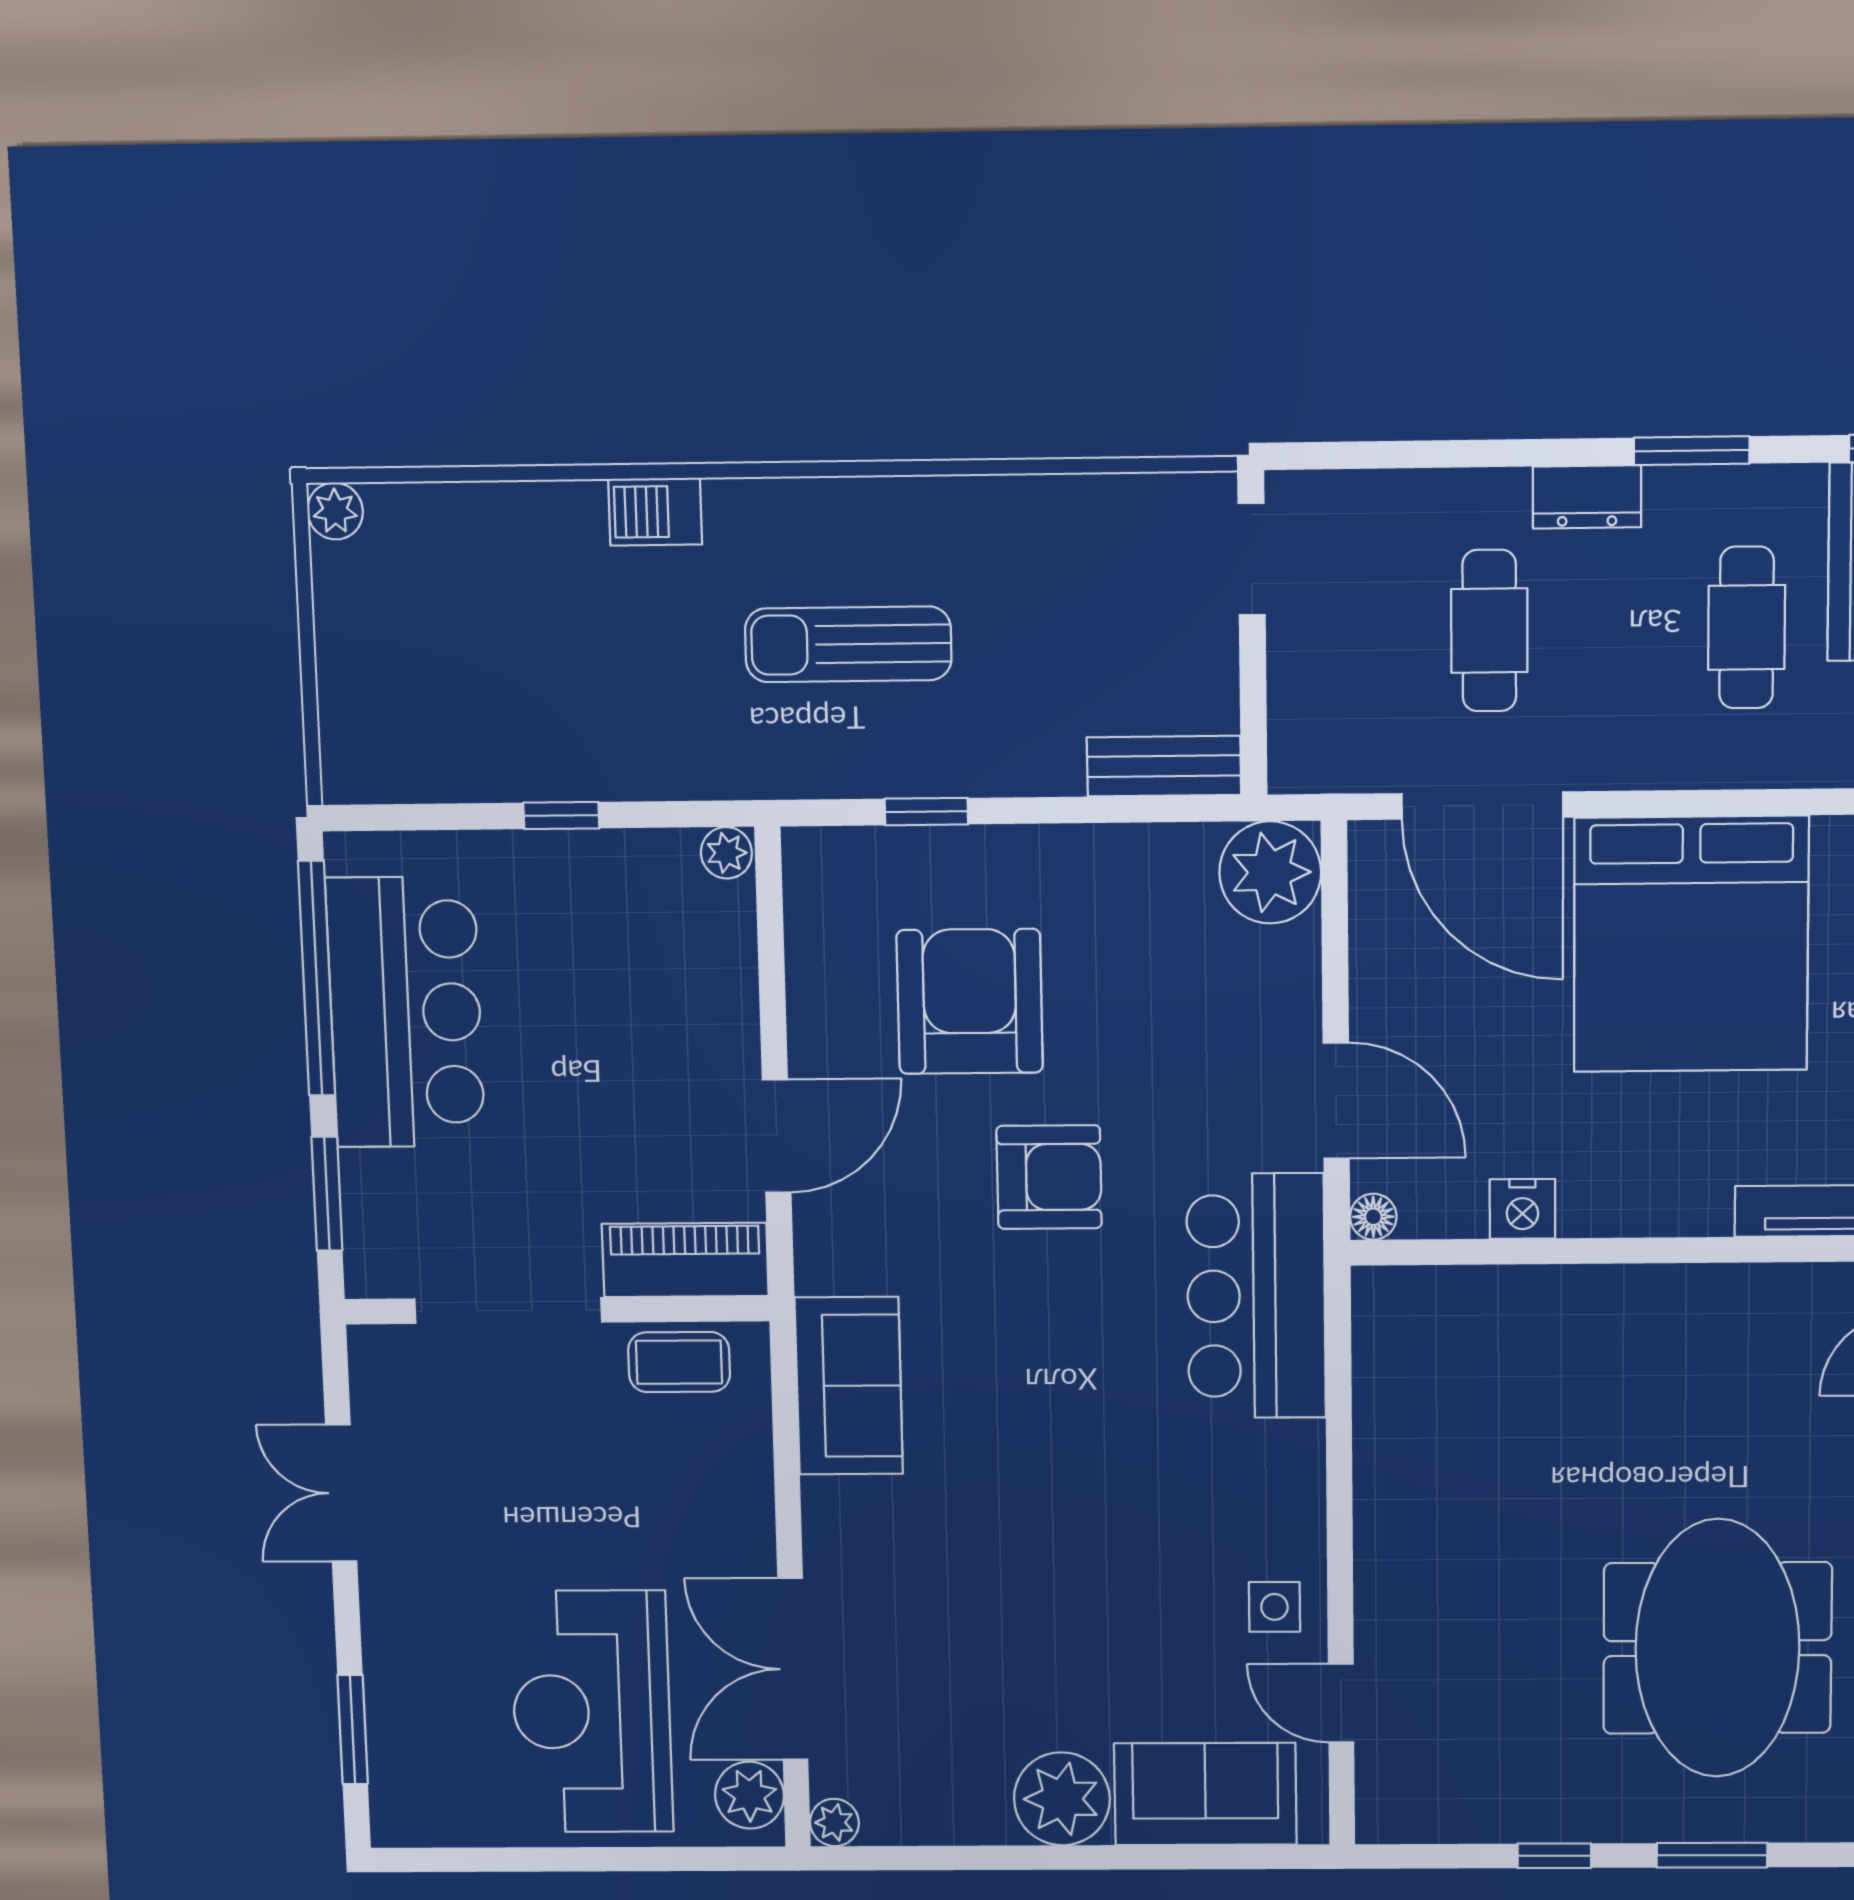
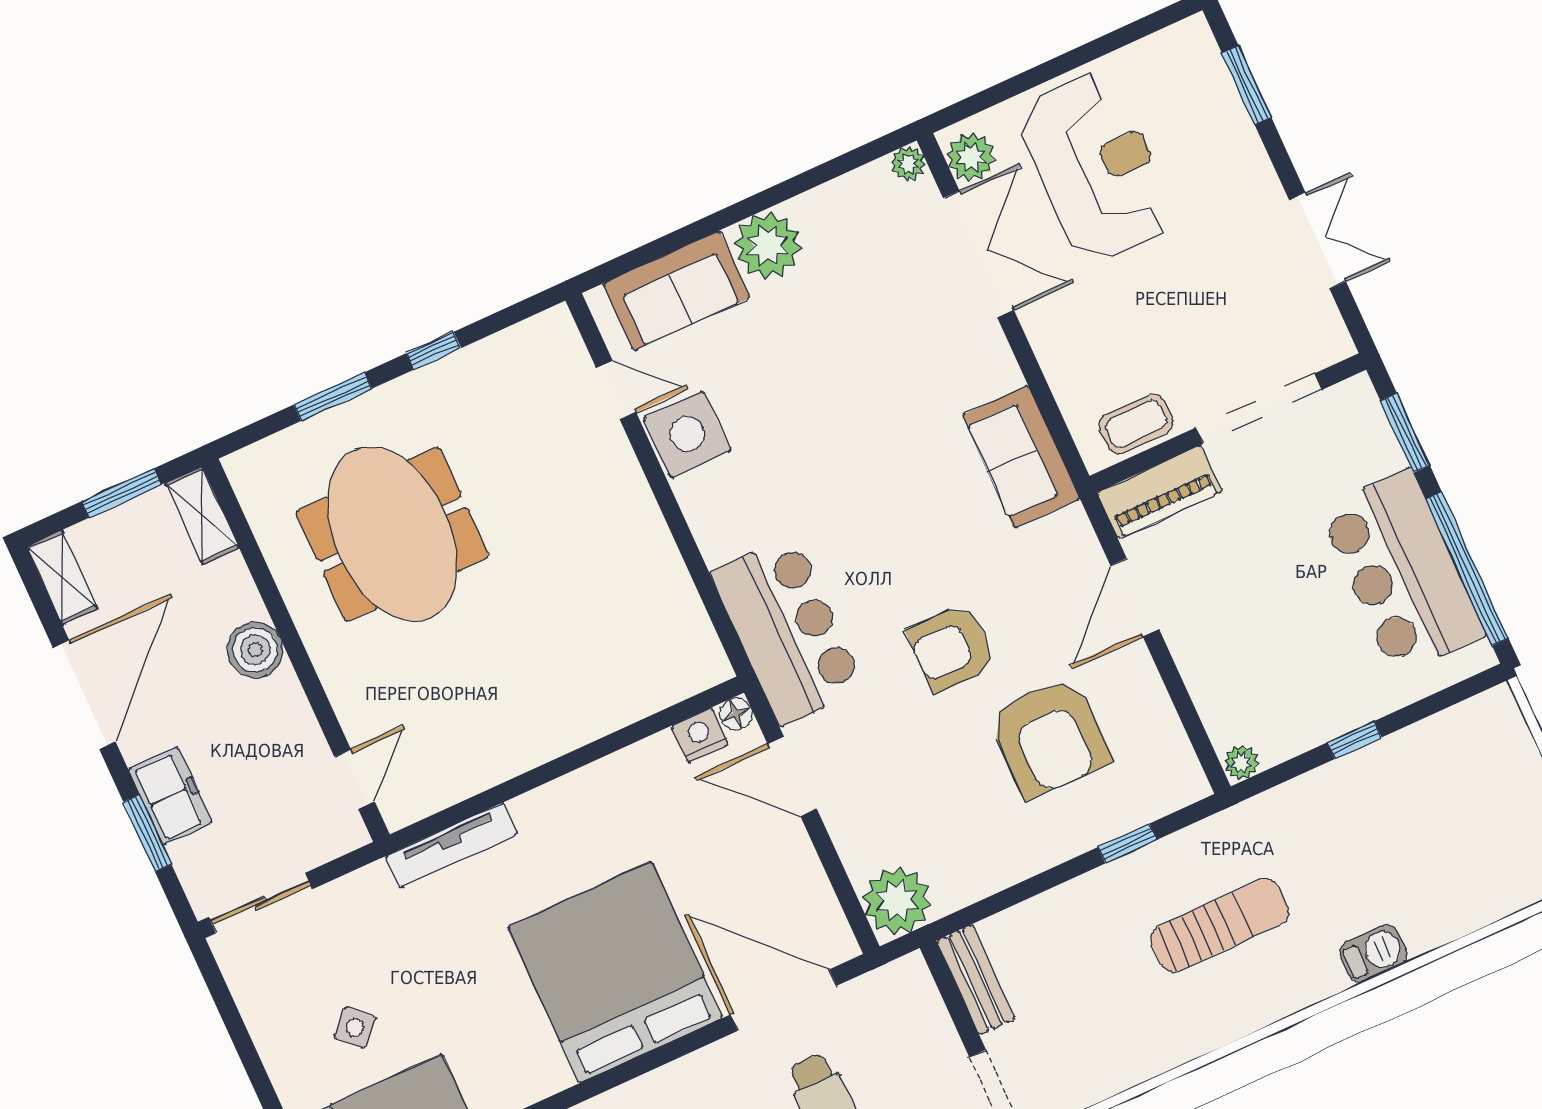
bench: (1164, 766) -> (976, 980), moved, turned 90
nightstand: (1522, 1209) -> (700, 735), moved
side table: (1274, 1607) -> (687, 434), width x1.87, depth x1.87

